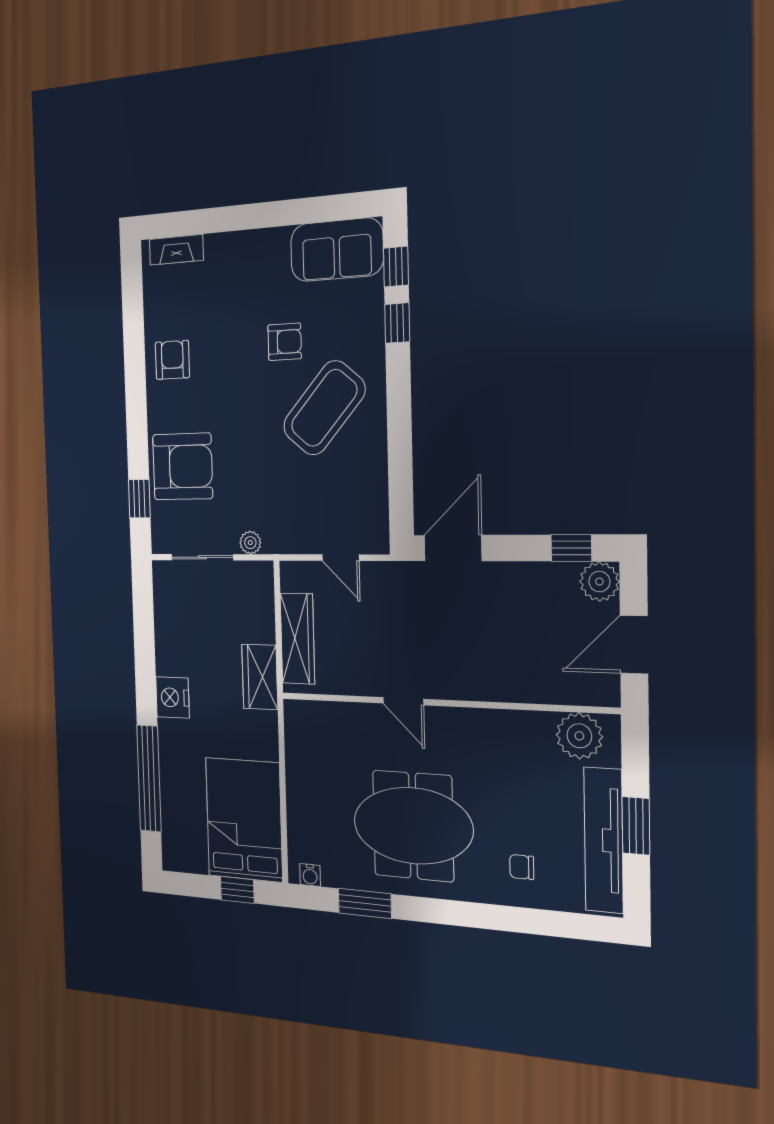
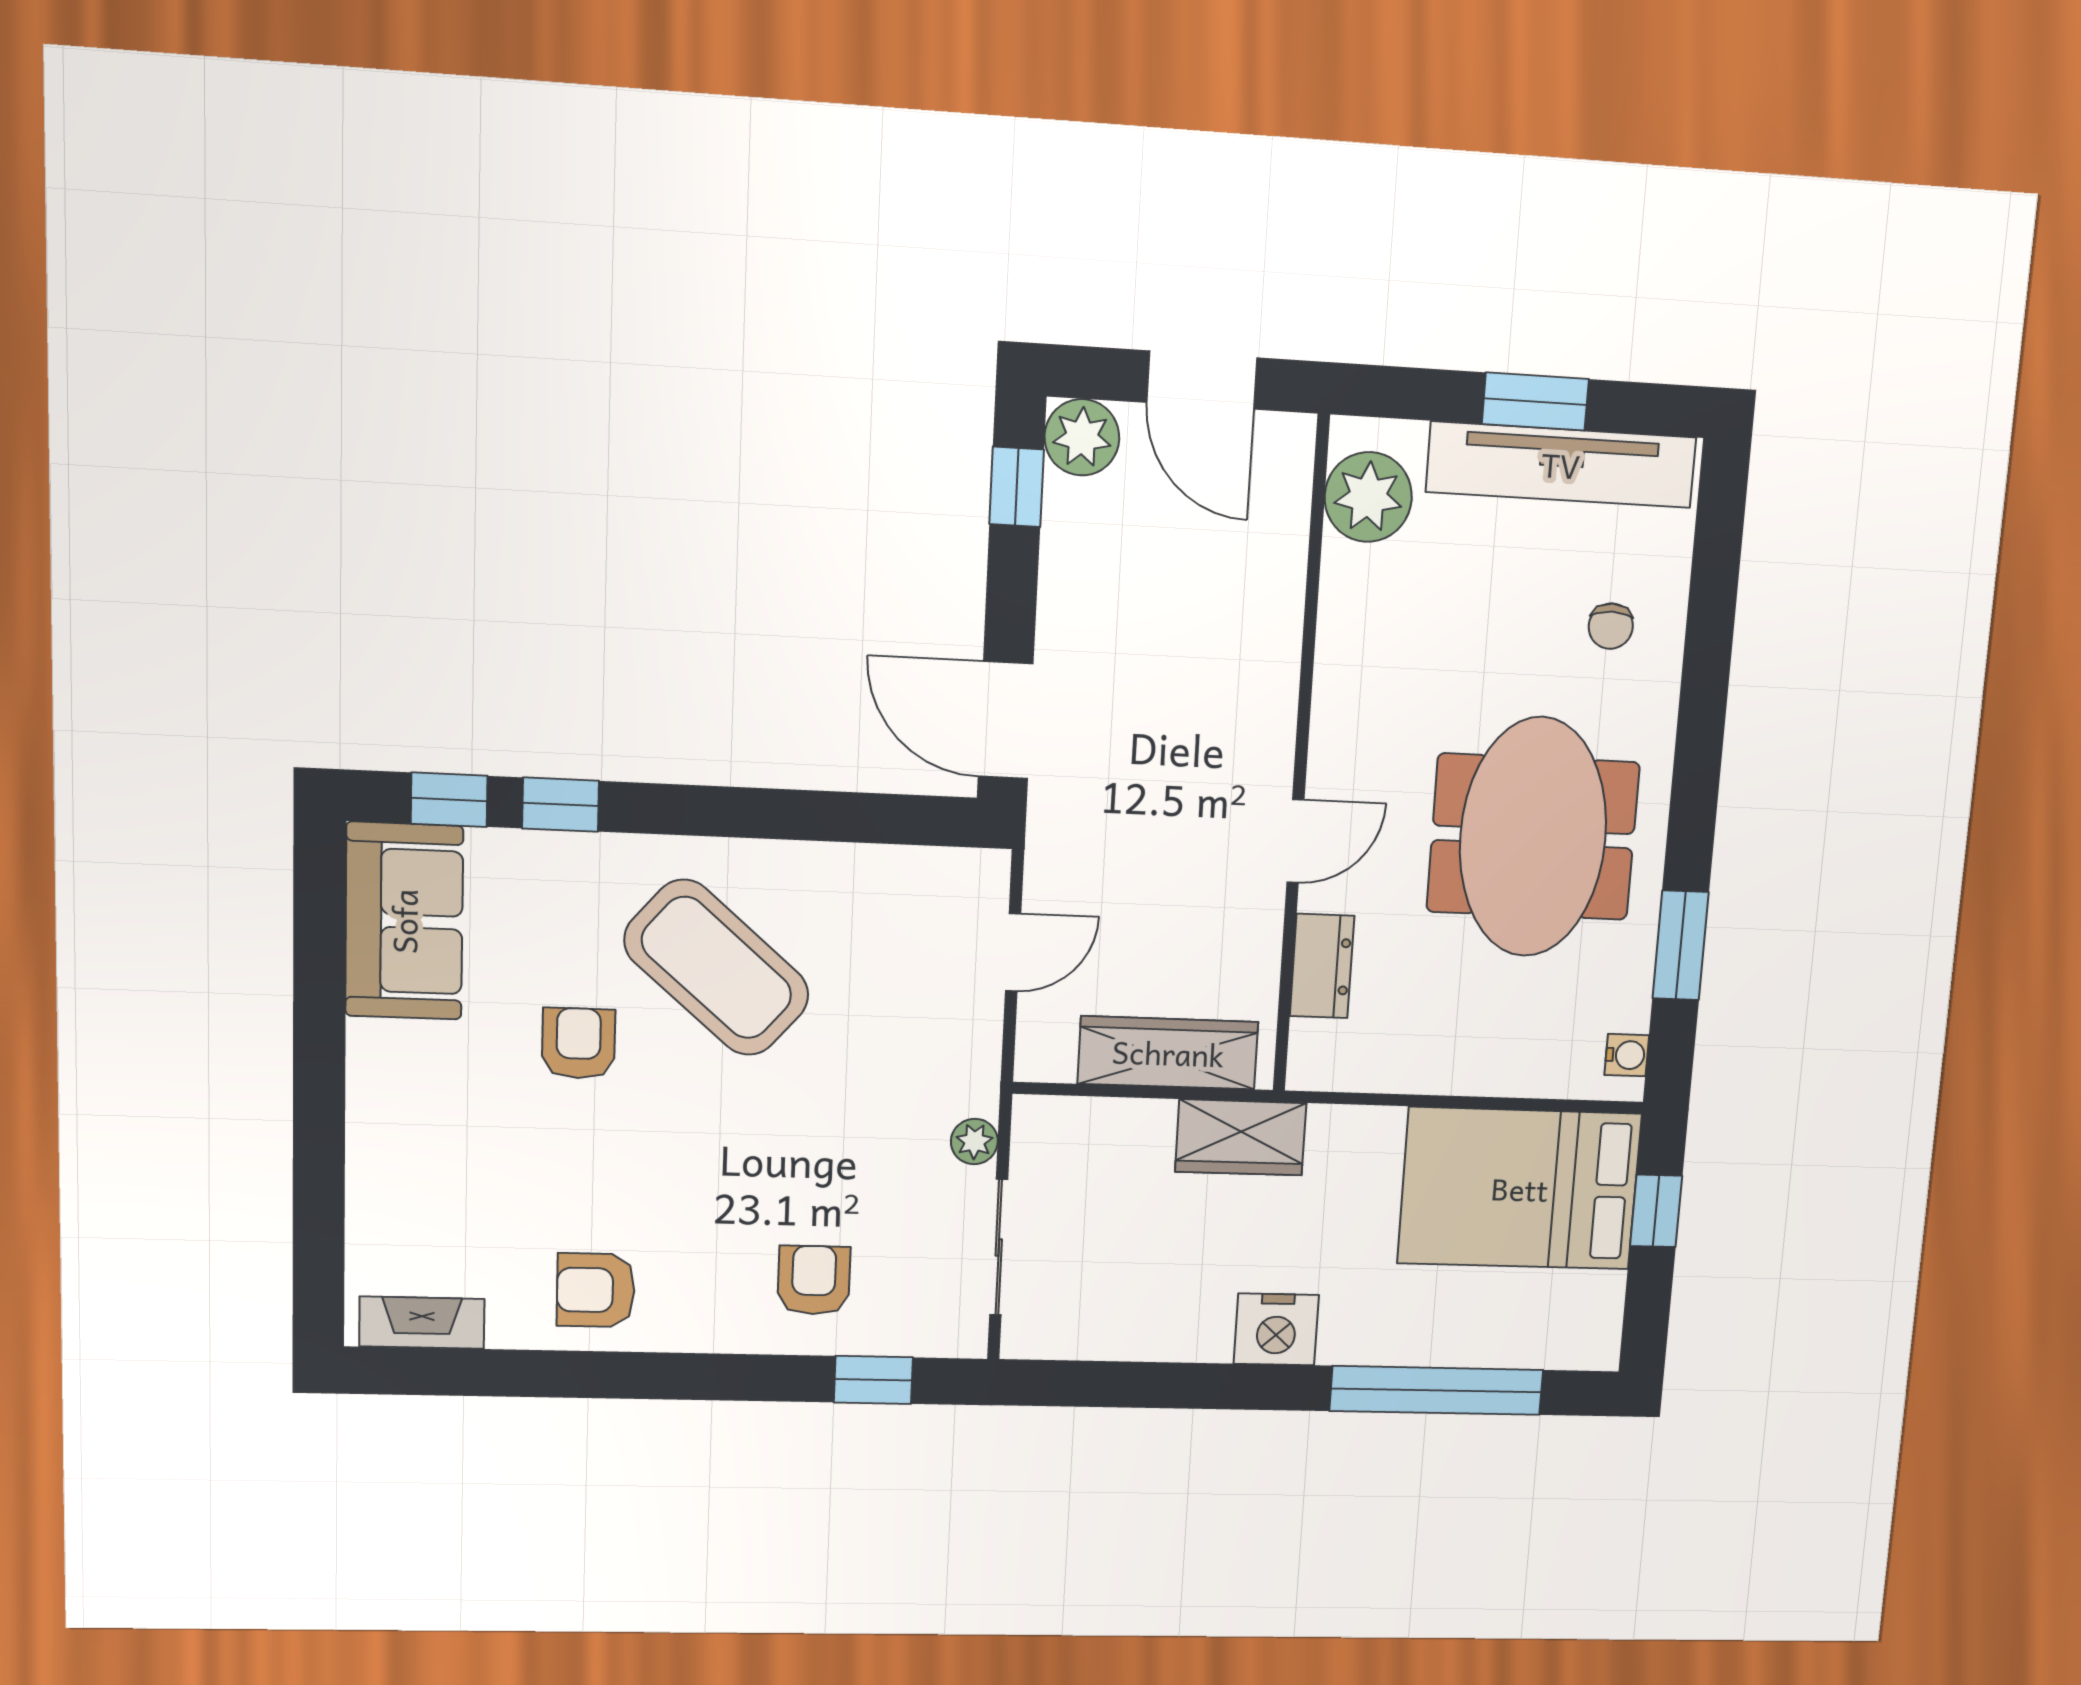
fireplace: (176, 250) -> (422, 1323), moved, turned -90
armchair: (183, 466) -> (814, 1280), width x0.53, depth x0.53
dresser: (343, 716) -> (1322, 966), added

